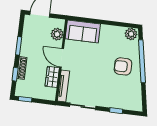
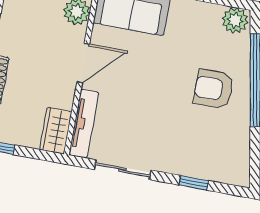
door: (62, 58) -> (83, 63), swing flipped
wardrobe: (52, 77) -> (56, 131), moved

